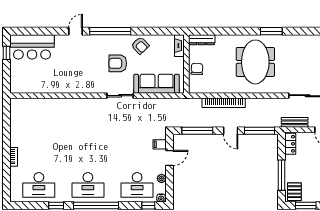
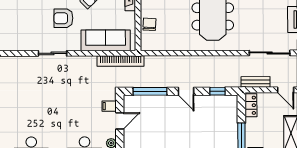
sliding door: (120, 96) -> (52, 53), moved
bookcase: (224, 103) -> (121, 61), moved
window: (260, 131) -> (217, 91), width x0.46

